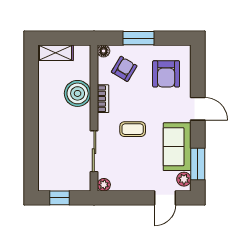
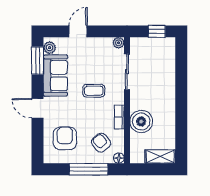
window: (139, 38) -> (89, 169), width x1.44
armchair: (124, 69) -> (101, 143), turned 109
door: (165, 198) -> (78, 31), moved

